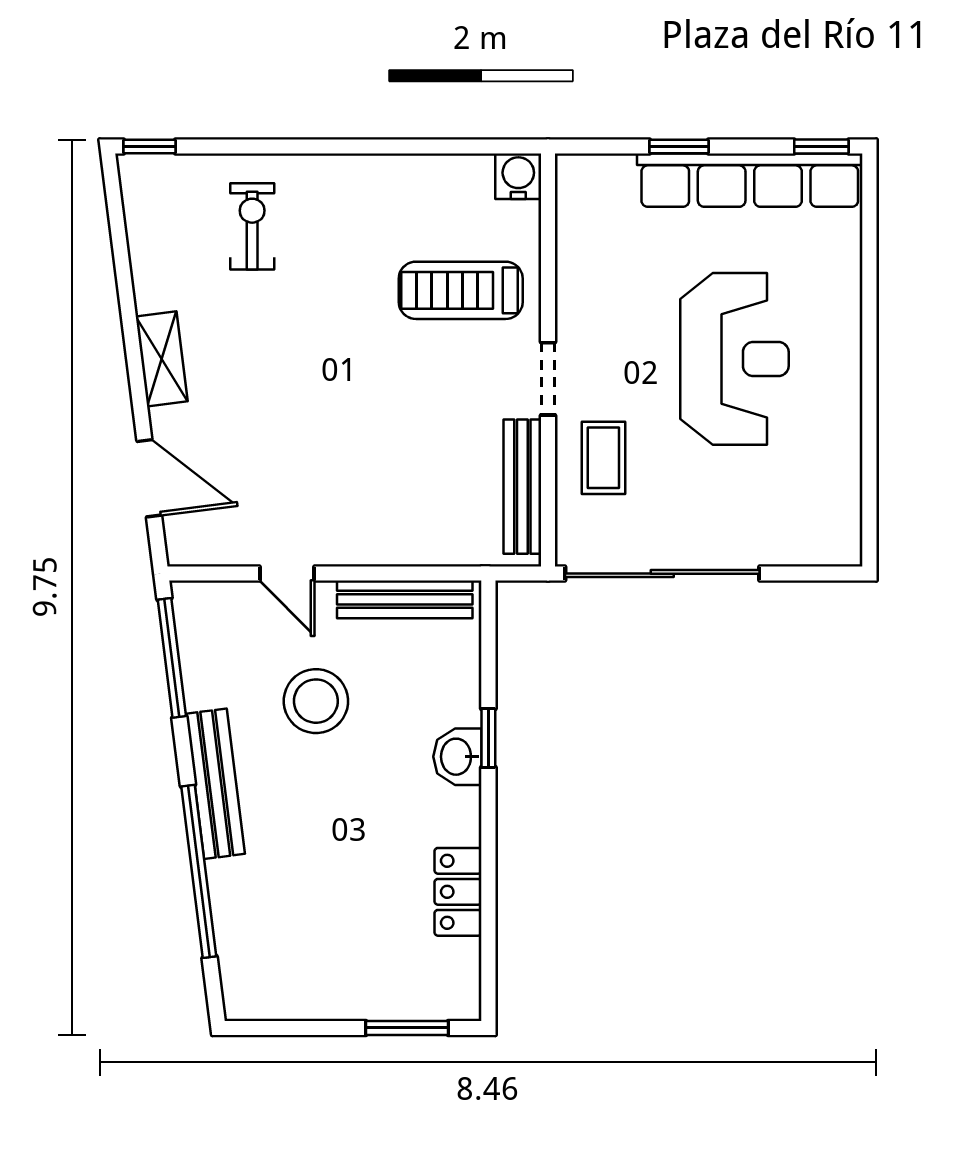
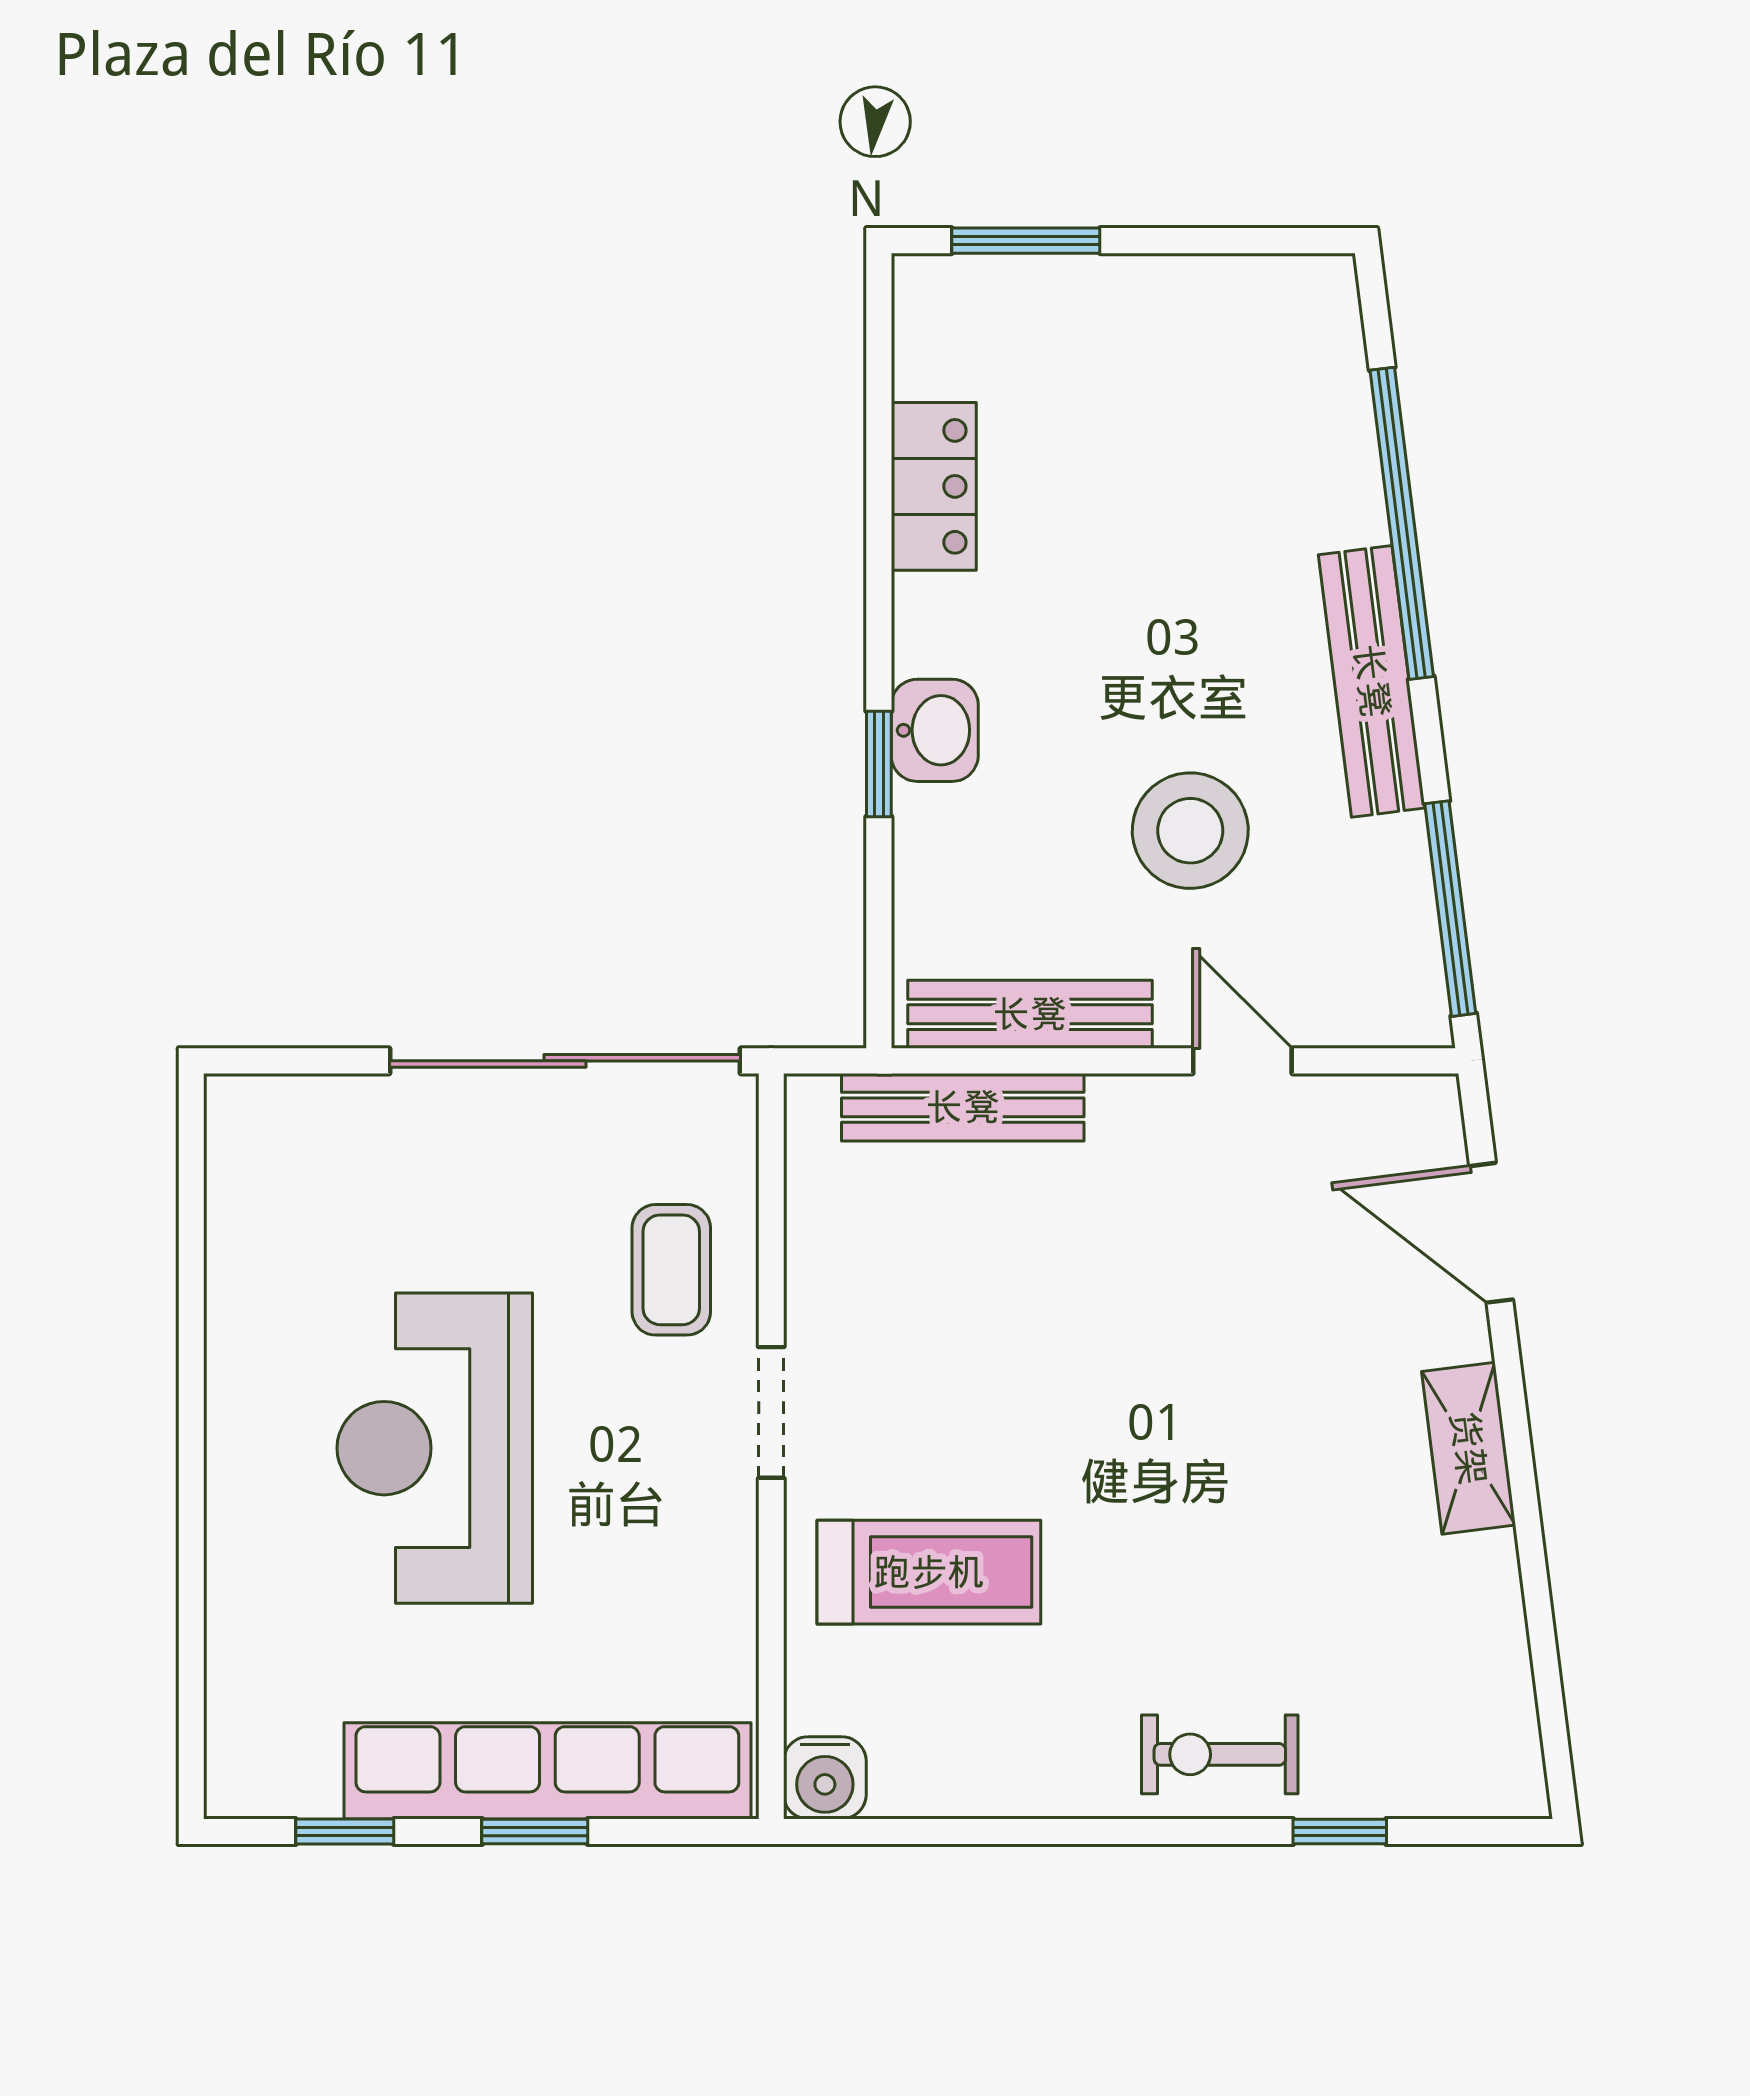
window: (149, 147) -> (1340, 1832), moved
window: (821, 147) -> (345, 1832), moved
row of seats: (750, 180) -> (547, 1771), moved
exercise bike: (252, 226) -> (1220, 1754), moved, turned 90
bench: (522, 487) -> (963, 1107), moved, turned 90

